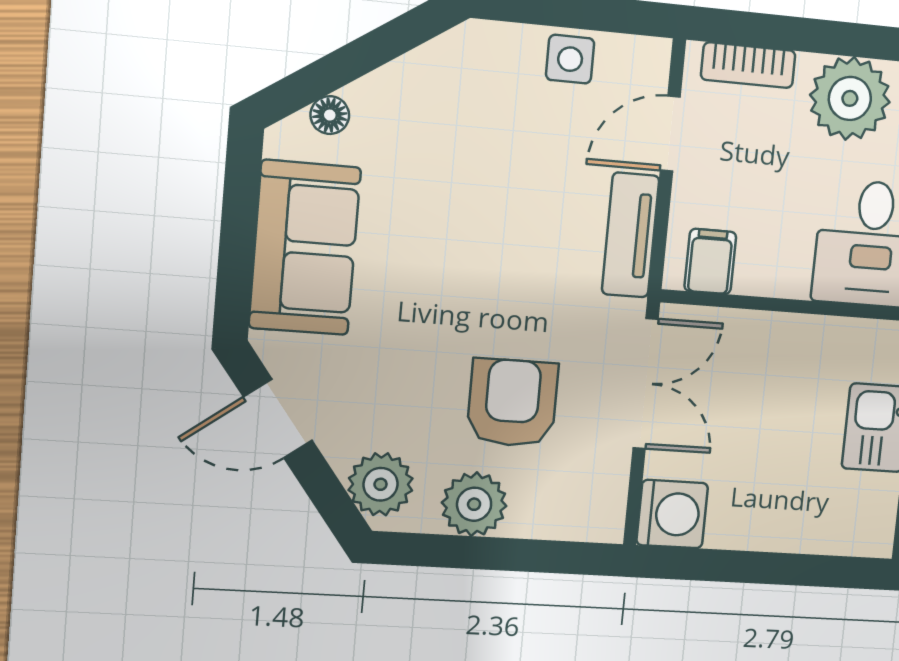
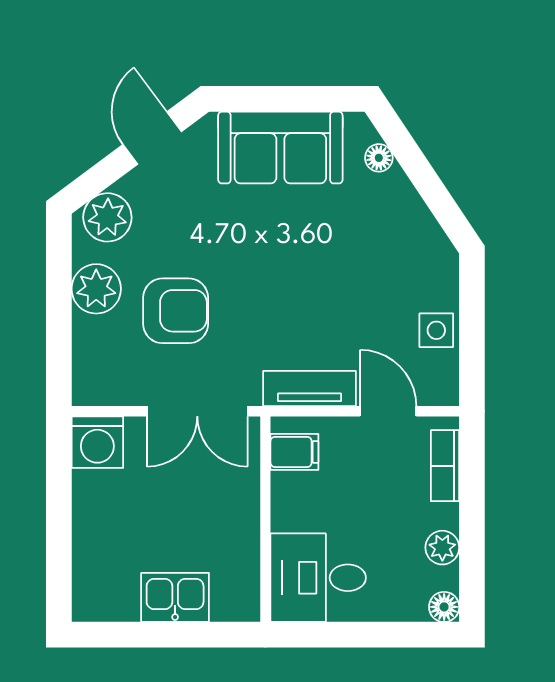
plant: (850, 98) -> (442, 548), width x0.53, depth x0.53

